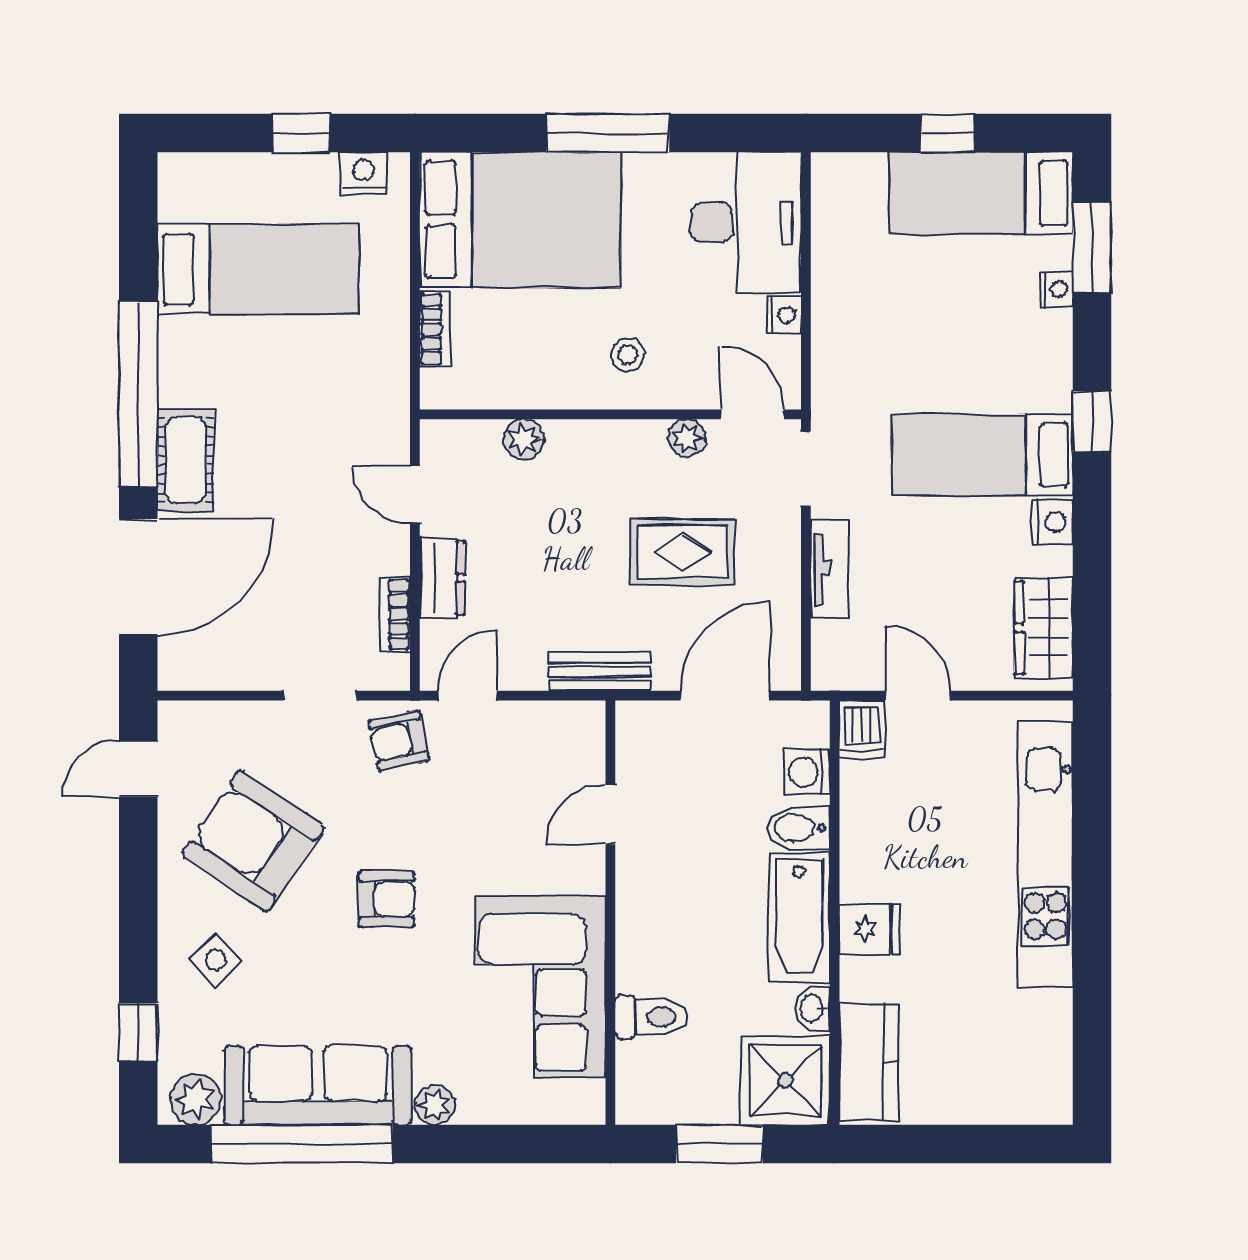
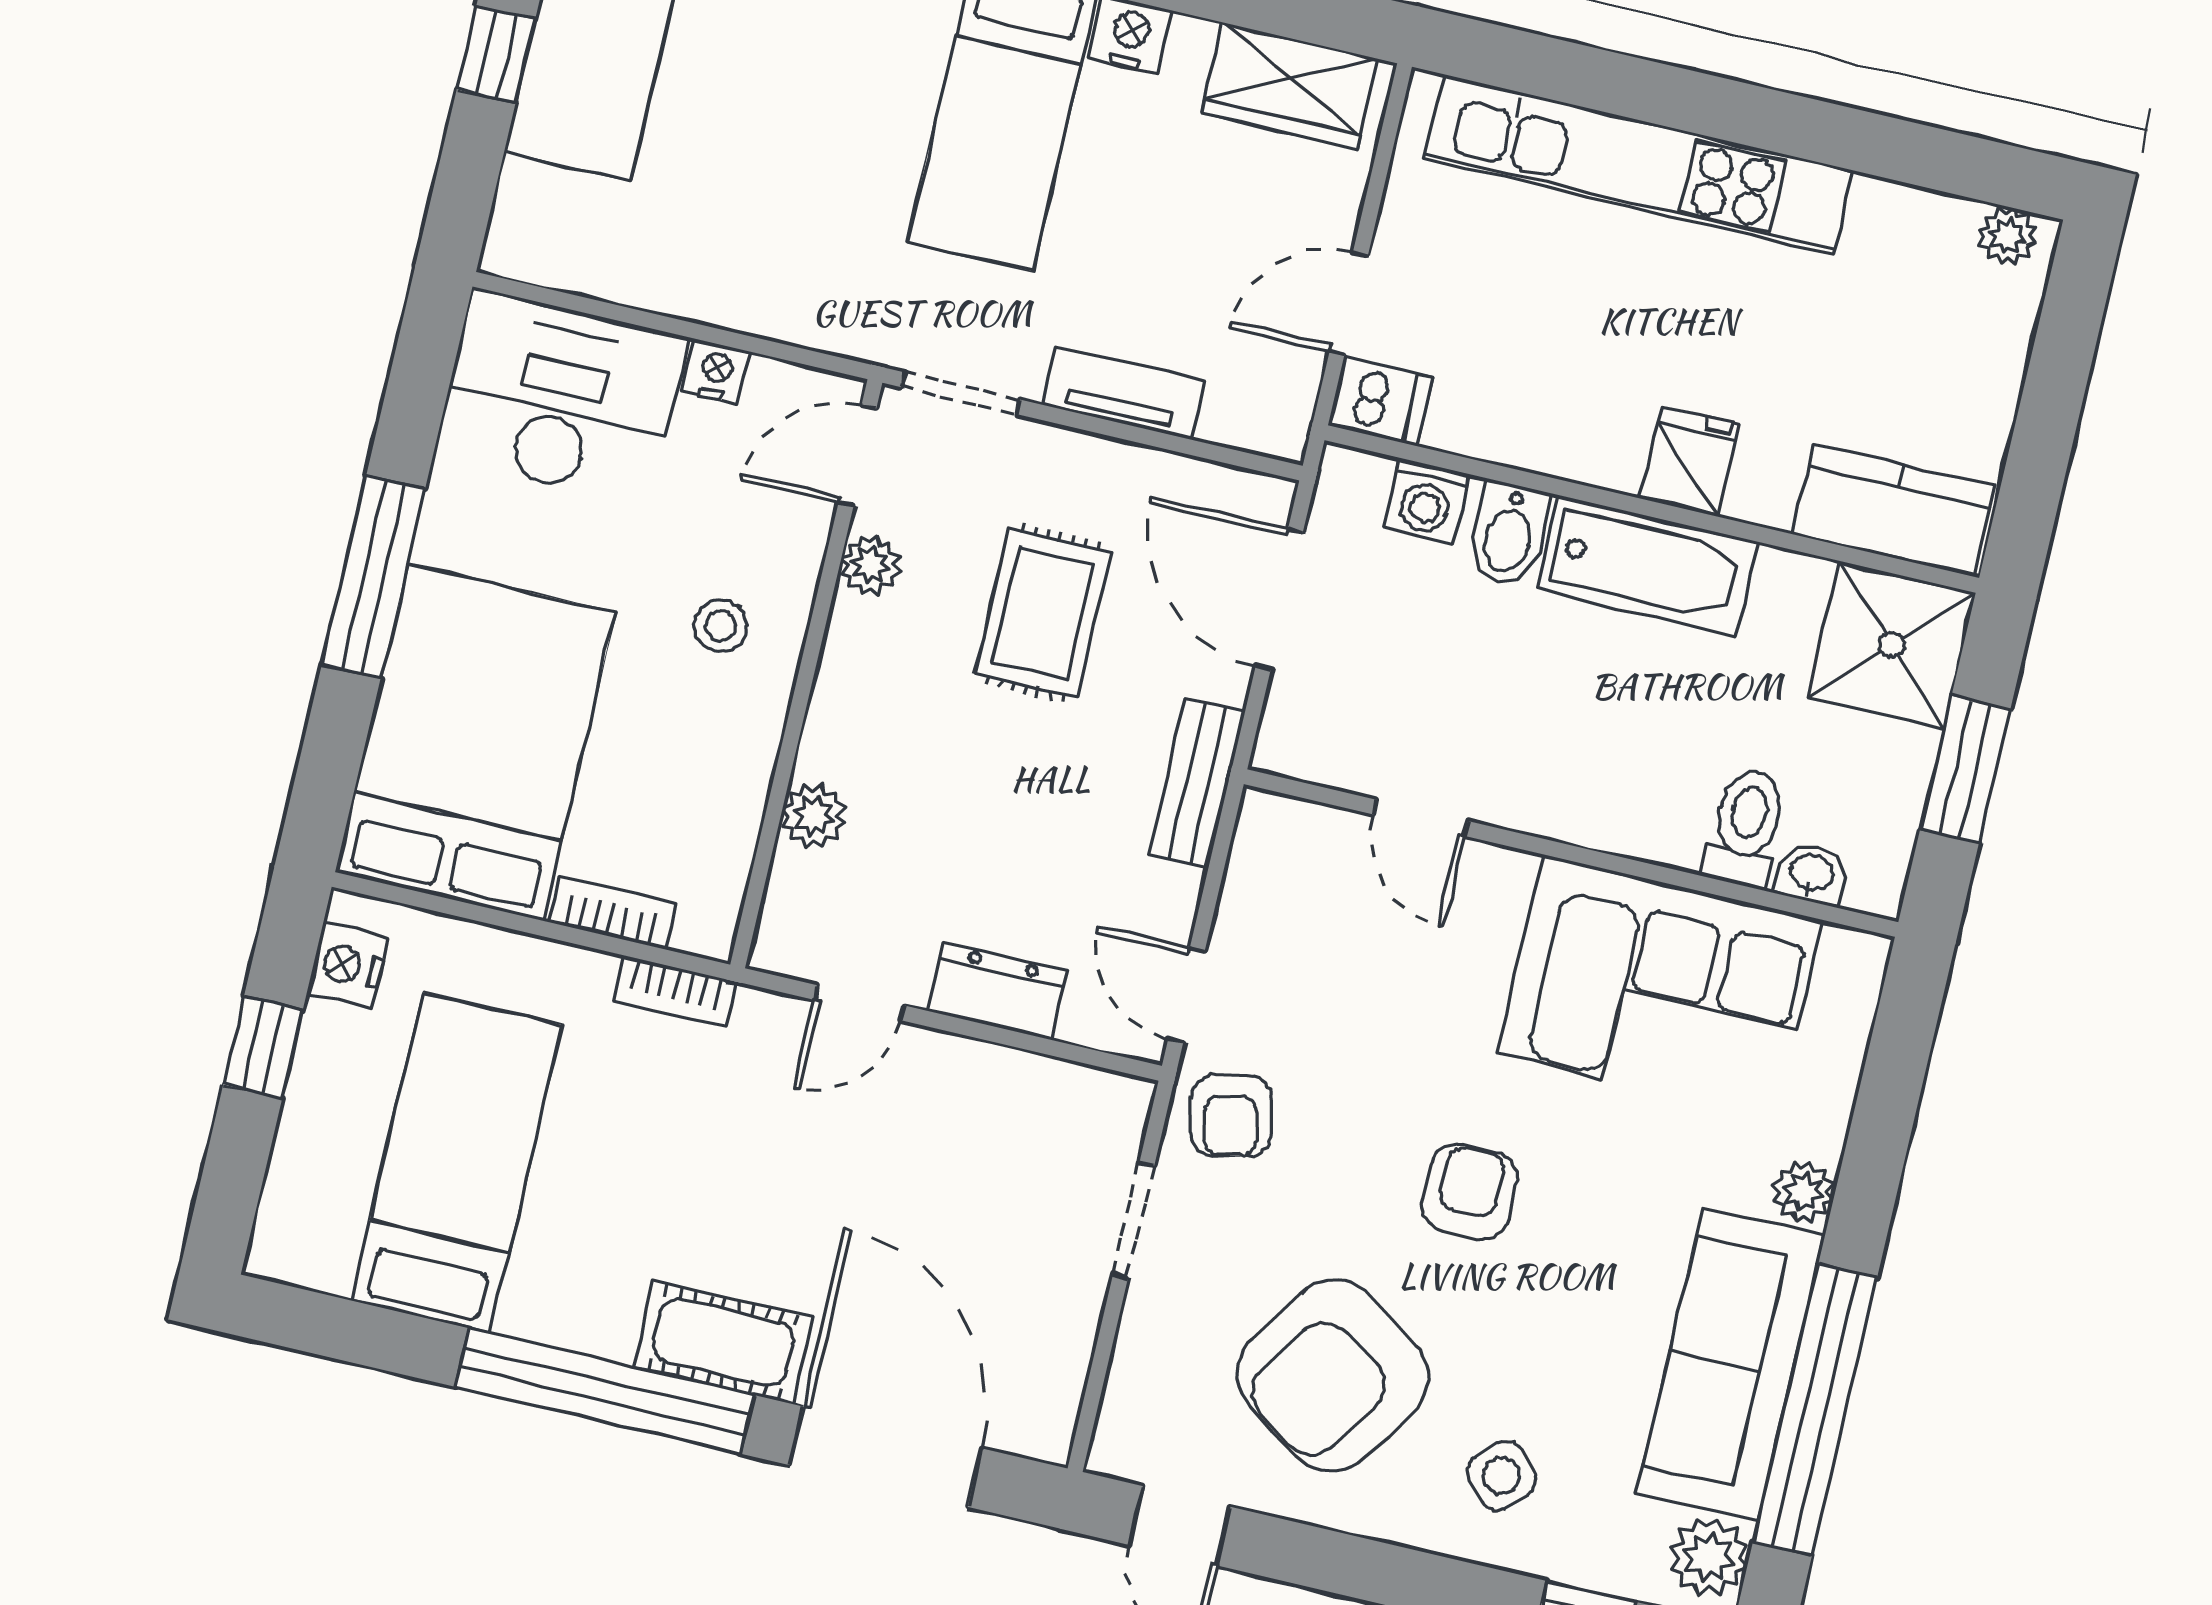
bookcase: (395, 614) -> (675, 991), moved
washbasin: (812, 1008) -> (1811, 874), moved, turned 180
plant: (1055, 1093) -> (2007, 236), added

